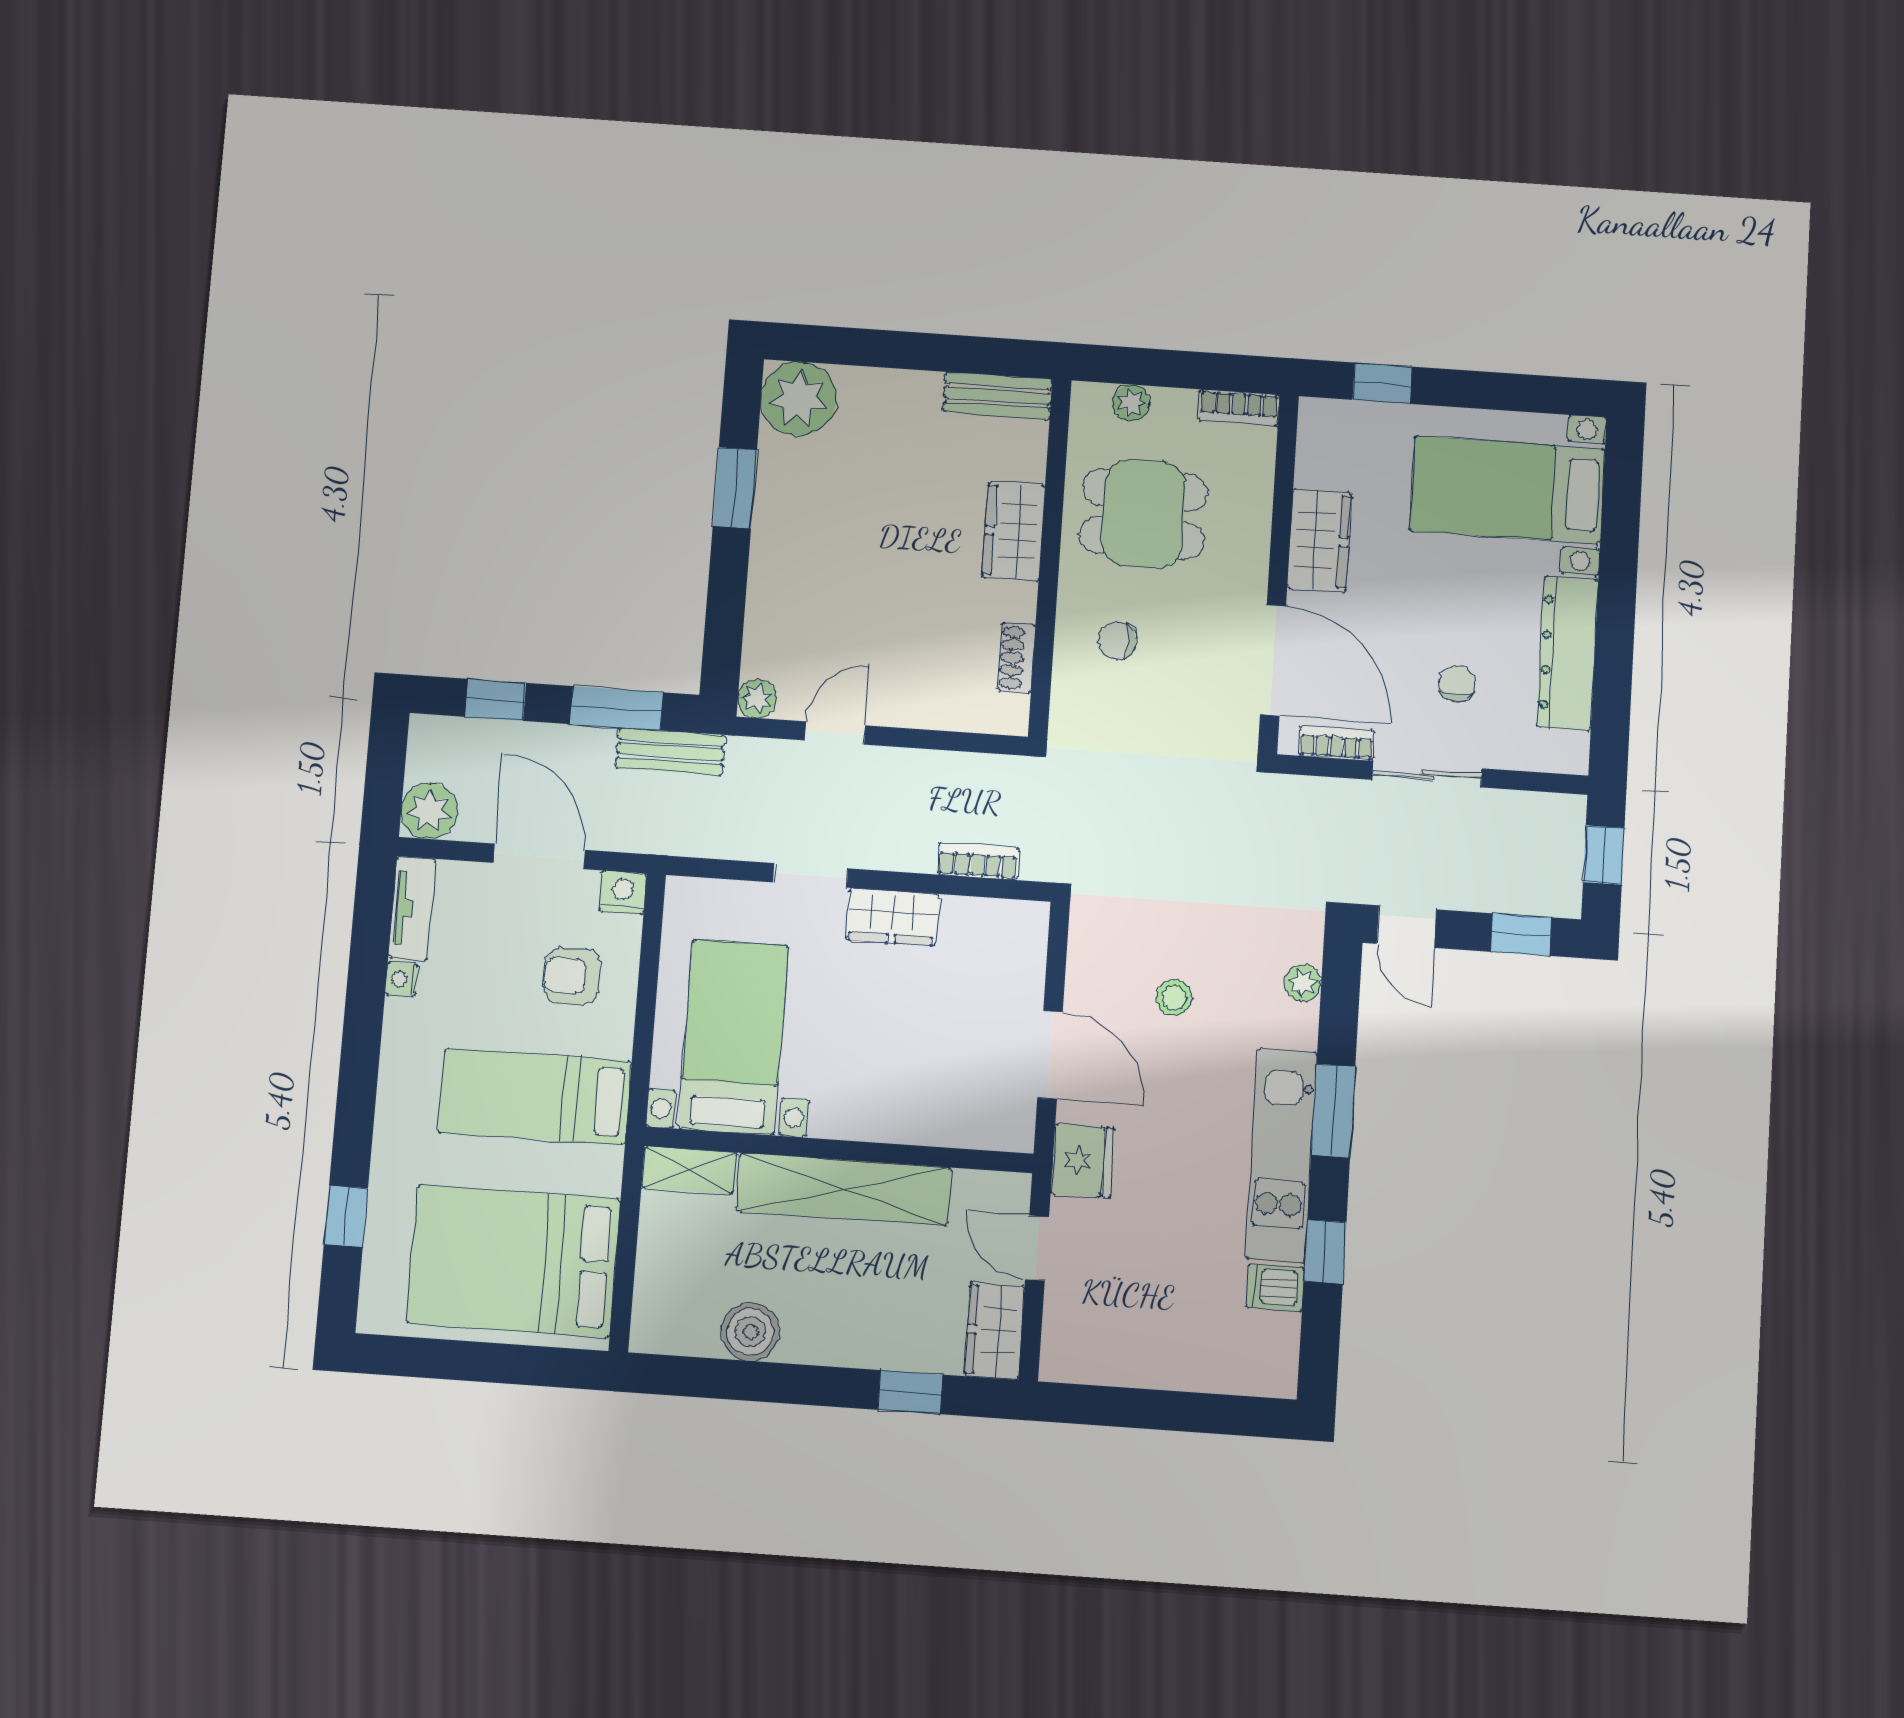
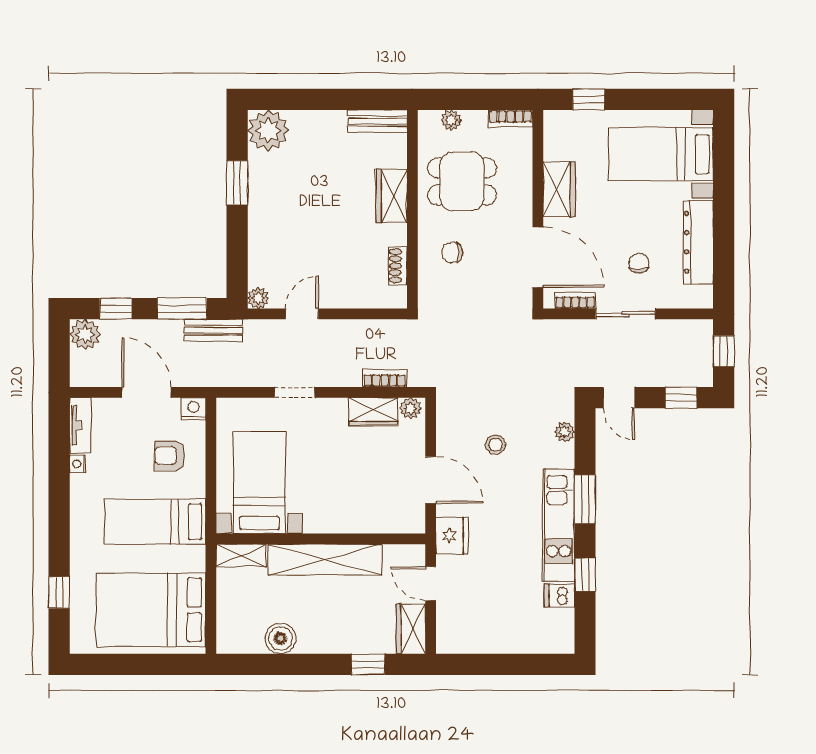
plant: (429, 811) -> (85, 334), moved
wardrobe: (892, 917) -> (373, 412), moved
plant: (1022, 920) -> (410, 408), added

